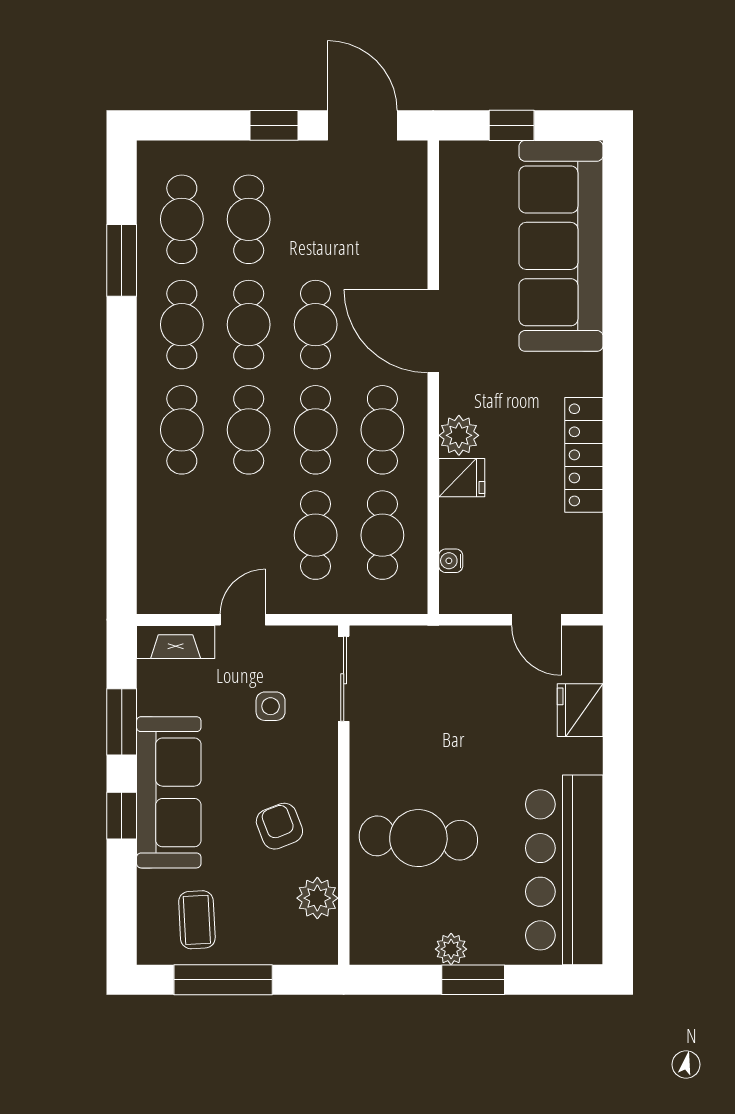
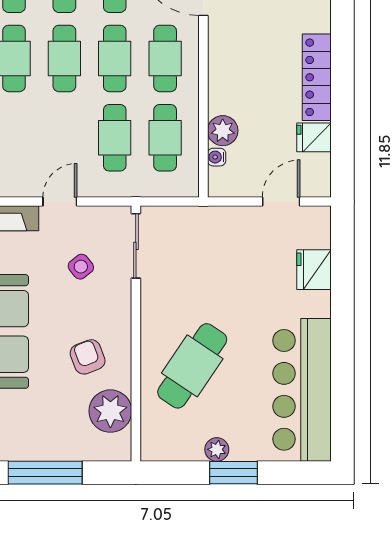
plant: (459, 435) -> (223, 131), moved
fridge: (462, 478) -> (314, 137), moved, turned 180
door: (536, 620) -> (281, 201), swing flipped
side table: (271, 706) -> (81, 267), turned -38
cafe table: (418, 838) -> (192, 366), turned -59
plant: (317, 898) -> (110, 411), width x1.36, depth x1.36
coffee table: (197, 920) -> (25, 427), removed

